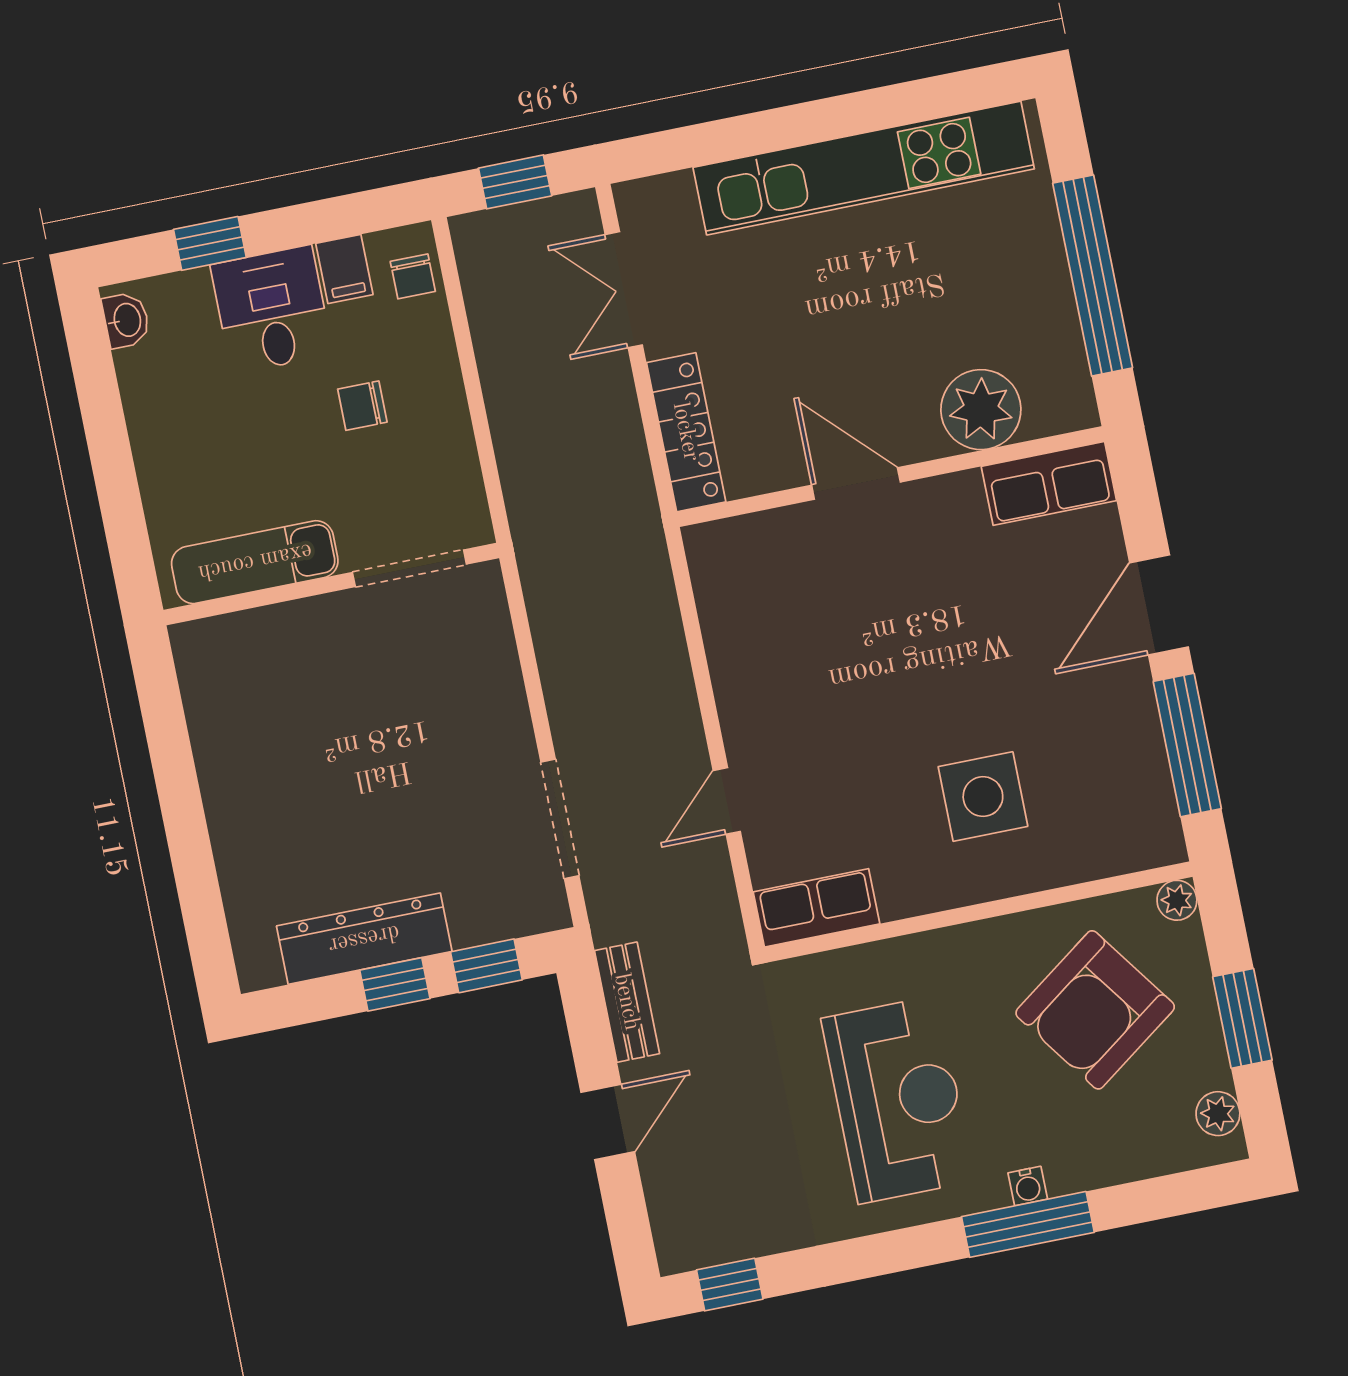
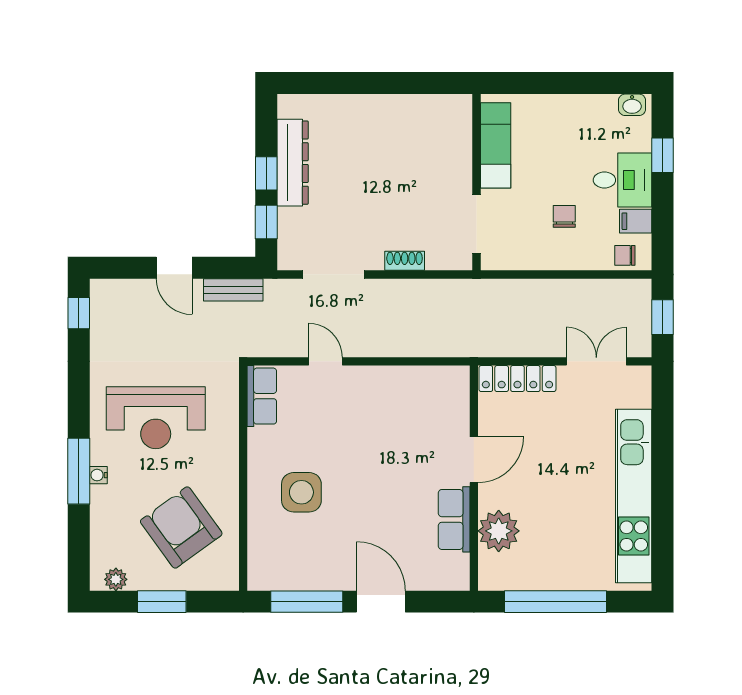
row of seats: (1049, 483) -> (454, 519), moved
shoe rack: (507, 690) -> (405, 261), added
plant: (1177, 900) -> (229, 580), removed

